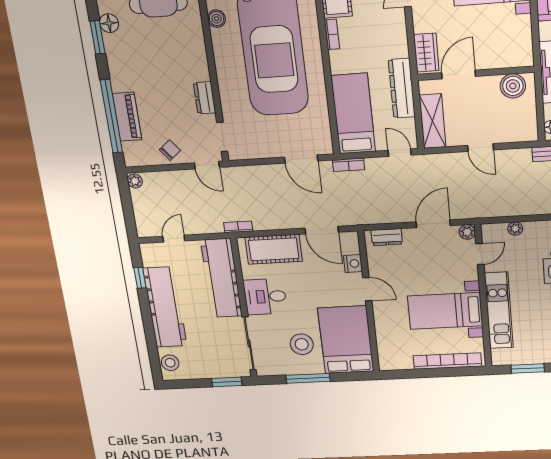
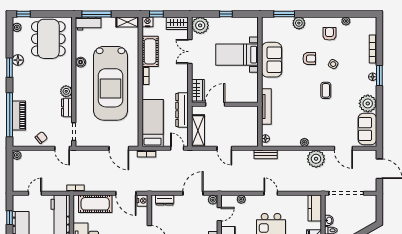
plant: (200, 71) -> (66, 91), added
boiler: (513, 86) -> (245, 113), removed
nightstand: (353, 264) -> (142, 201), moved

